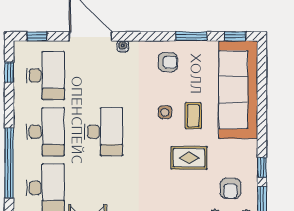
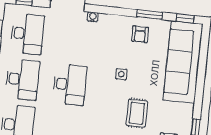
armchair: (168, 62) -> (140, 34), moved, turned 90
coffee table: (193, 116) -> (144, 79), removed
rug: (189, 158) -> (137, 113), turned 90

